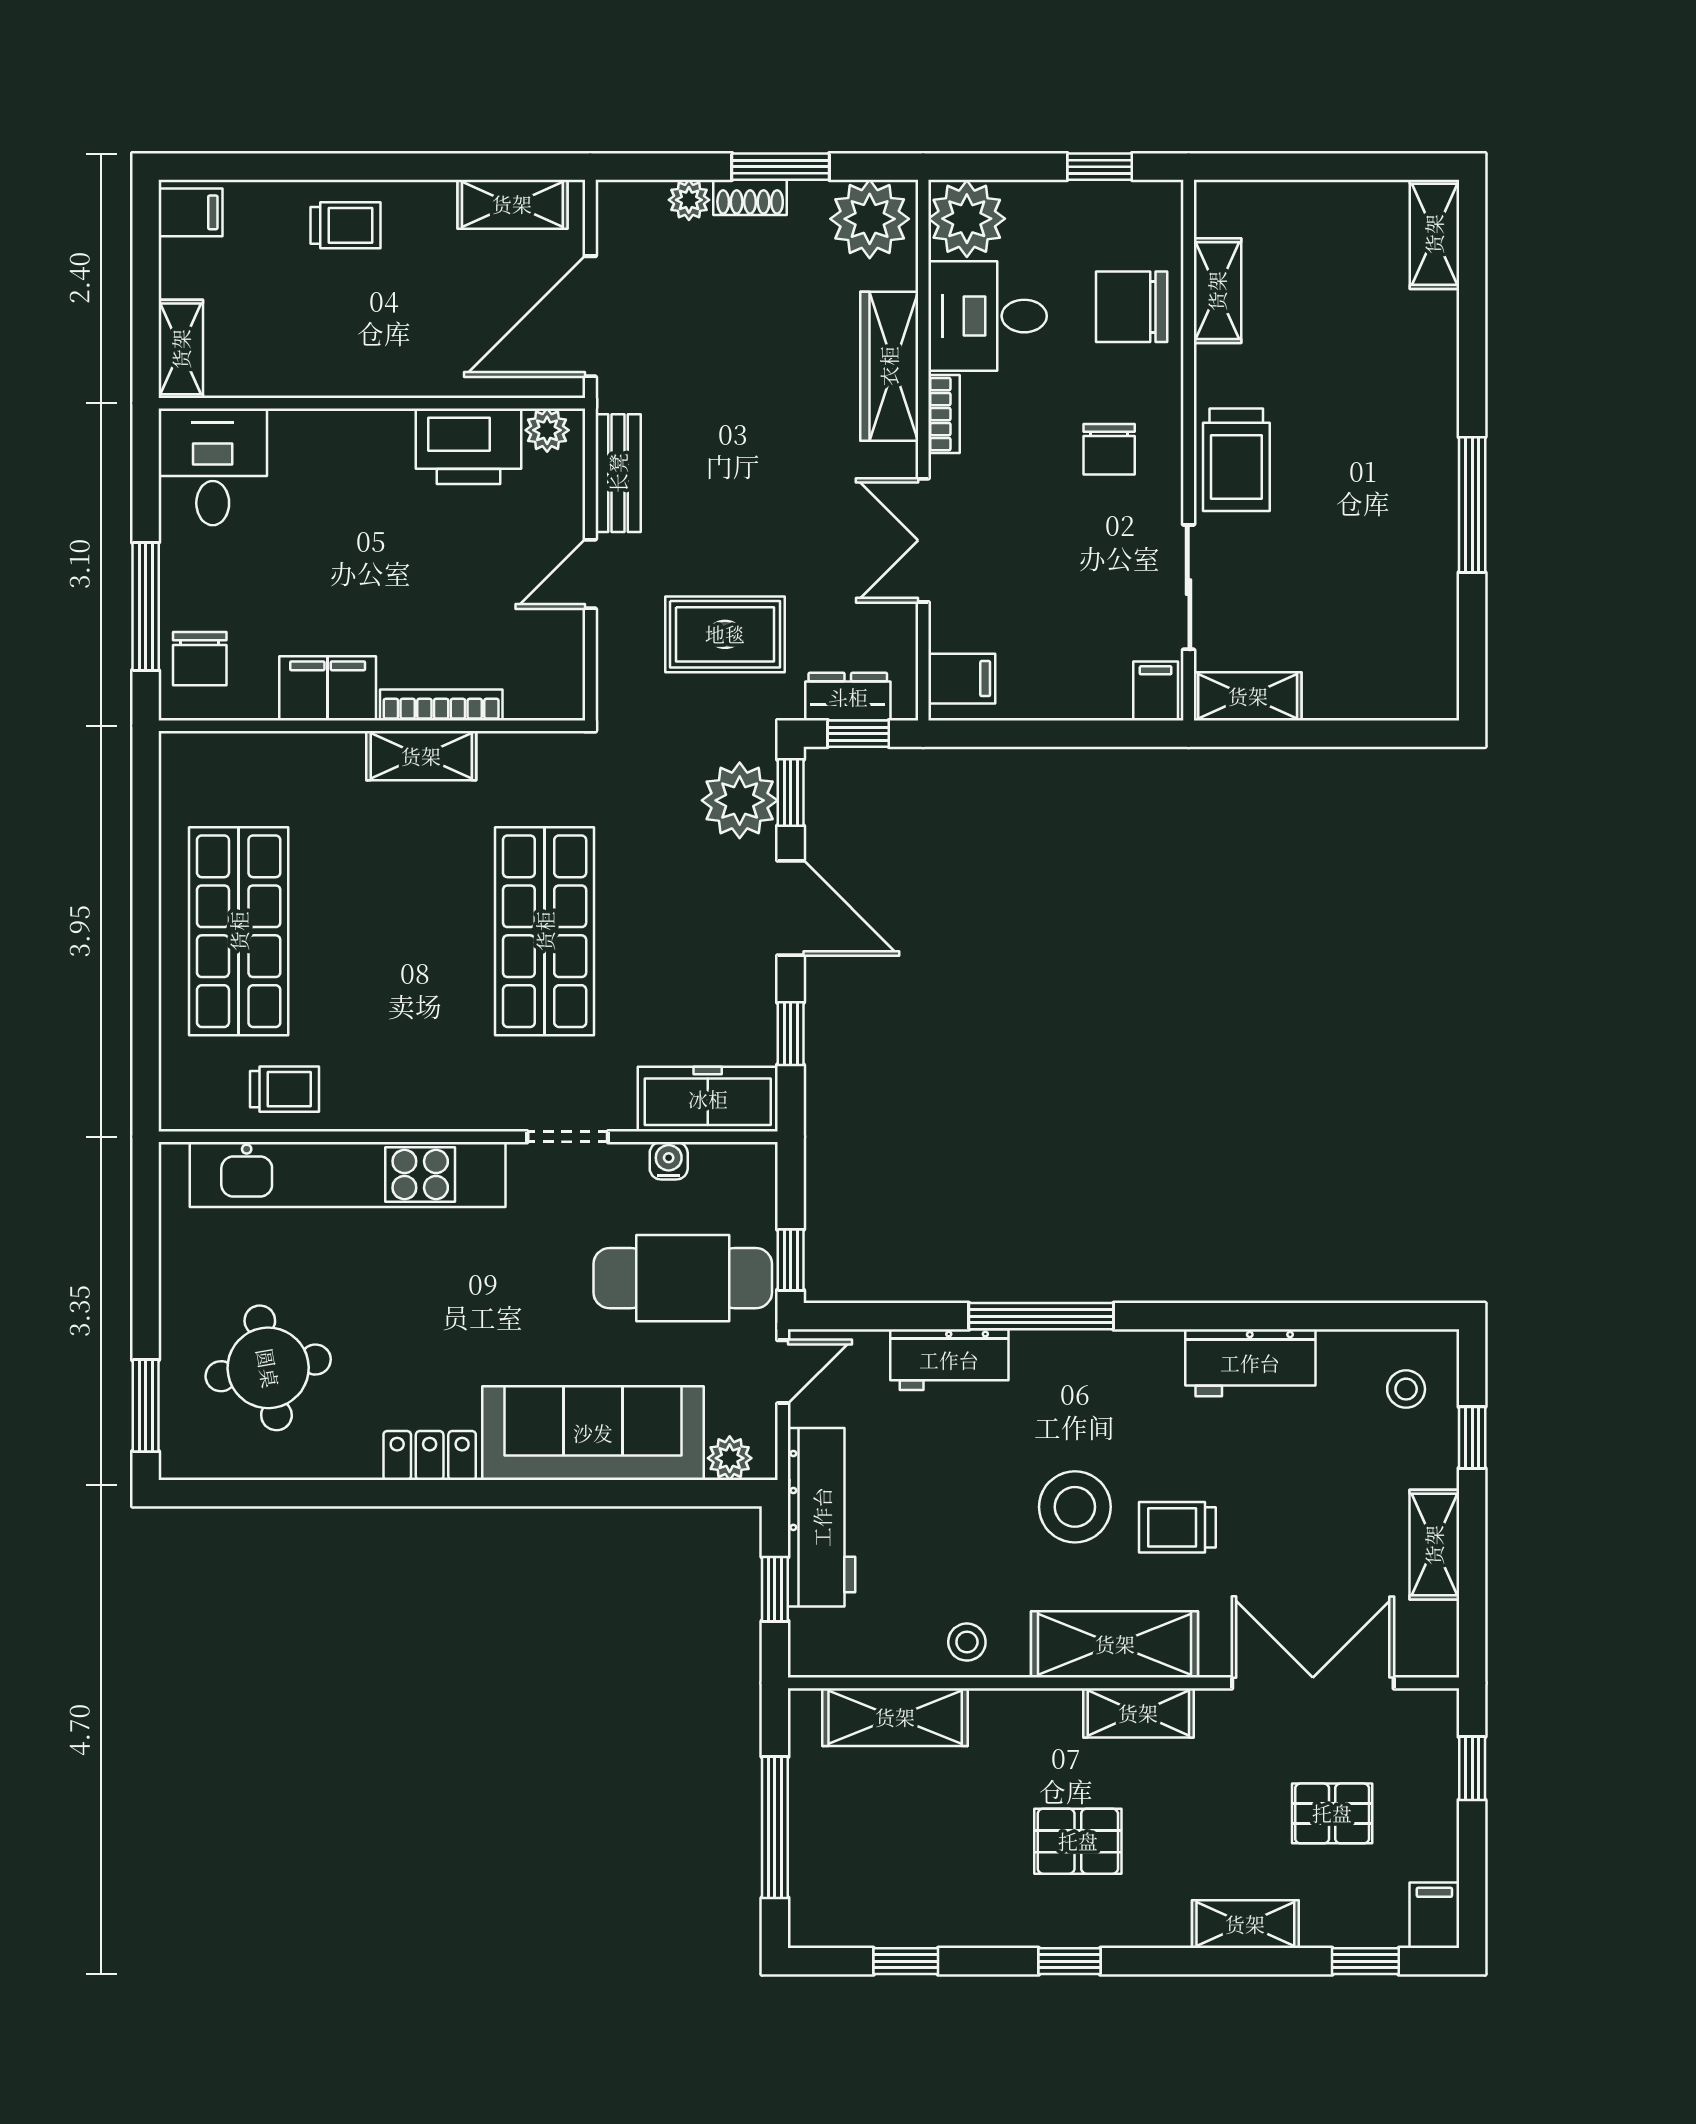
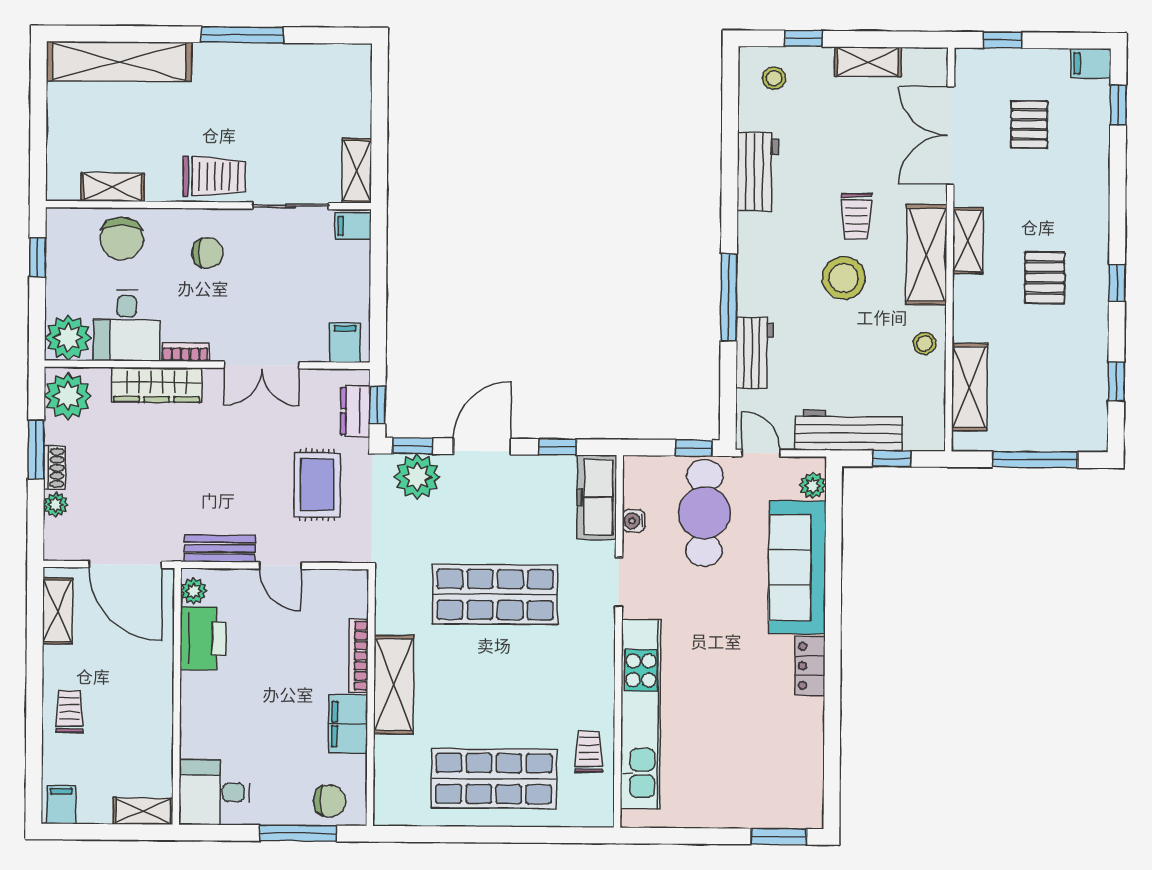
shelving: (1434, 234) -> (119, 62), width x2.20, depth x1.33
shelving: (421, 756) -> (394, 685), width x1.50, depth x1.33
round table: (268, 1368) -> (757, 763), removed
shelving: (1245, 1924) -> (1095, 177), removed

